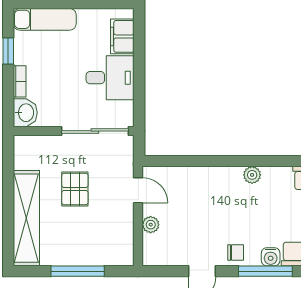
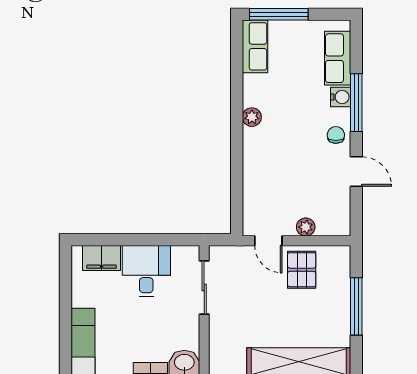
sliding door: (95, 131) -> (204, 288), width x0.73
pallet: (75, 189) -> (302, 270), moved, turned 90
door: (138, 190) -> (268, 241), swing flipped

